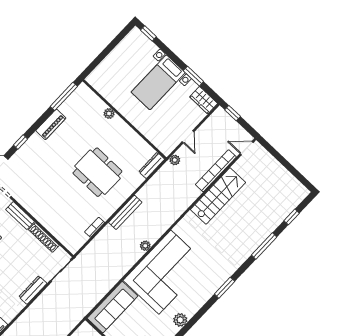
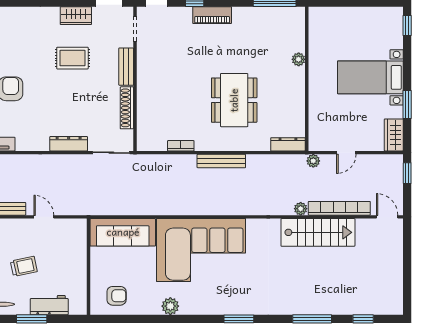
piano: (51, 124) -> (212, 15), moved
plant: (145, 246) -> (301, 209), moved

